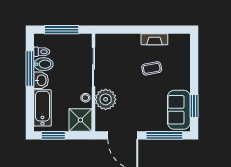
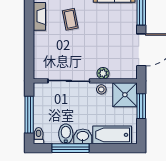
toilet: (42, 52) -> (39, 136), moved
plant: (106, 99) -> (103, 73), width x0.53, depth x0.53
window: (53, 135) -> (141, 106), moved

